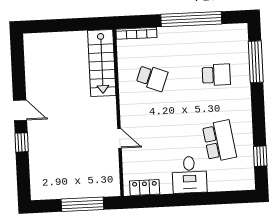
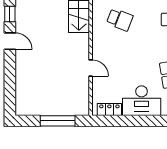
window: (22, 142) -> (10, 14), moved
desk: (189, 175) -> (142, 101), width x1.37

